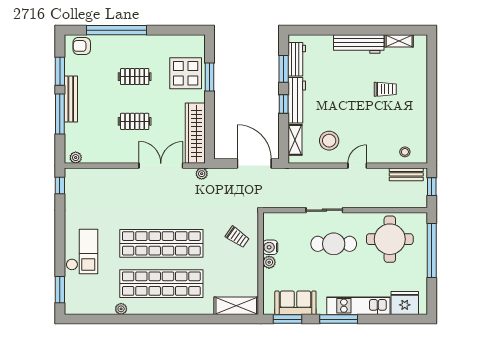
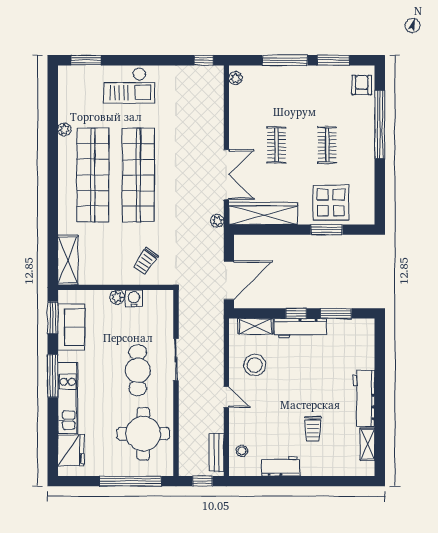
workbench: (297, 59) -> (281, 466), moved, turned 180
bench: (71, 99) -> (302, 73), removed

